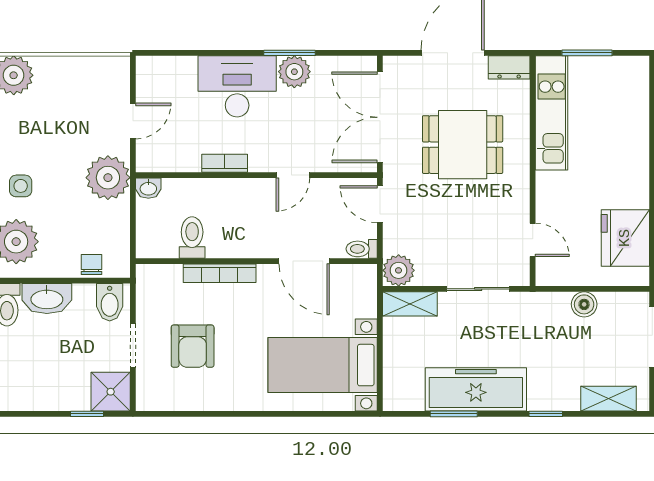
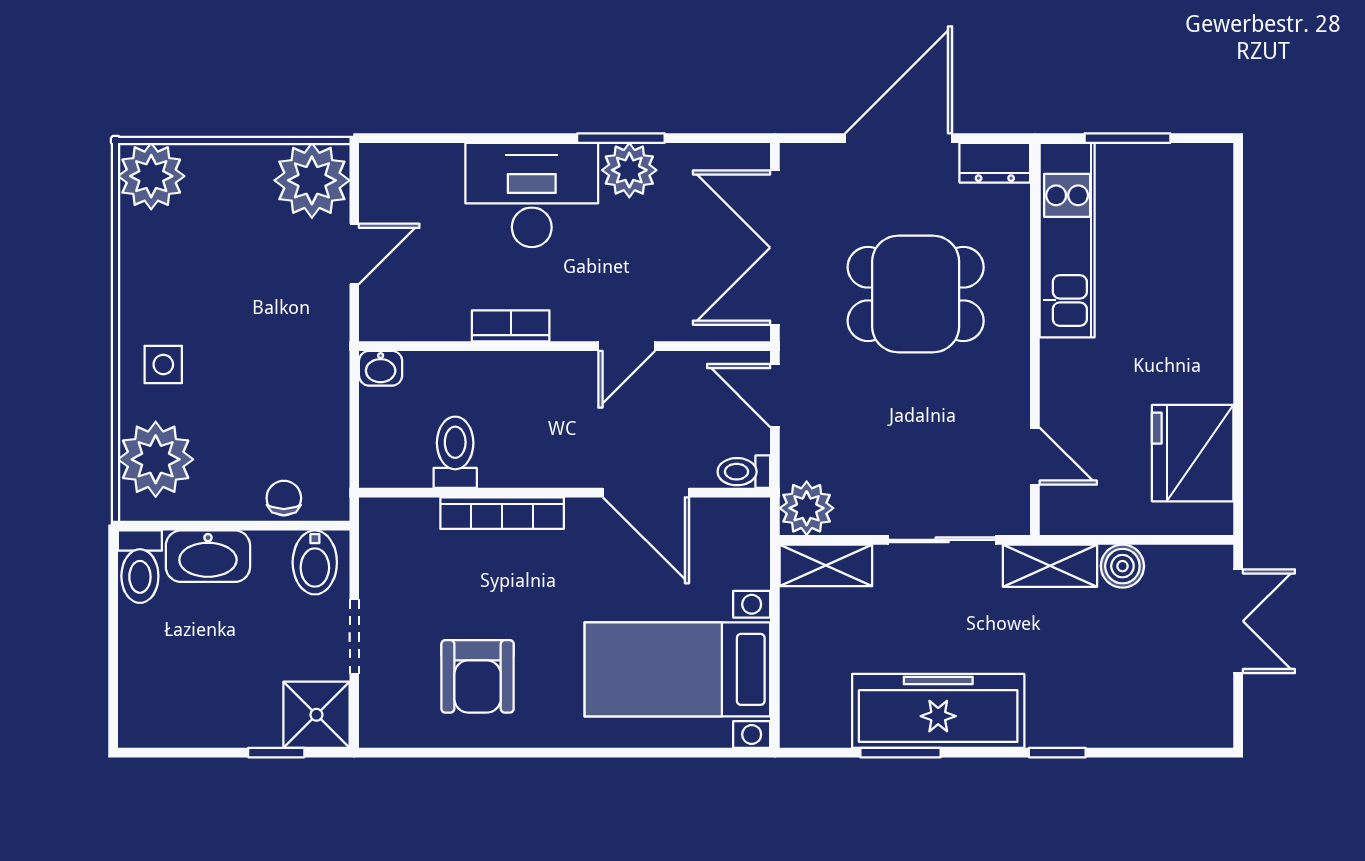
plant: (108, 178) -> (312, 180), moved
armchair: (193, 346) -> (478, 676), moved
shelving: (608, 399) -> (1050, 566), moved

